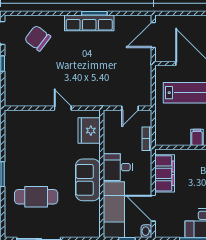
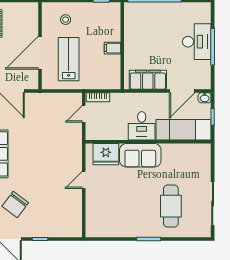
door: (130, 108) -> (84, 114), swing flipped
bookcase: (147, 139) -> (98, 97), moved
sofa: (88, 180) -> (140, 155), moved

